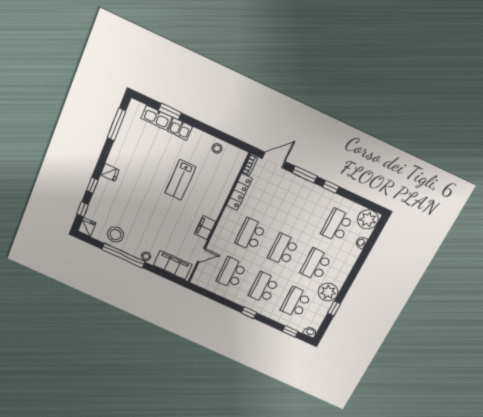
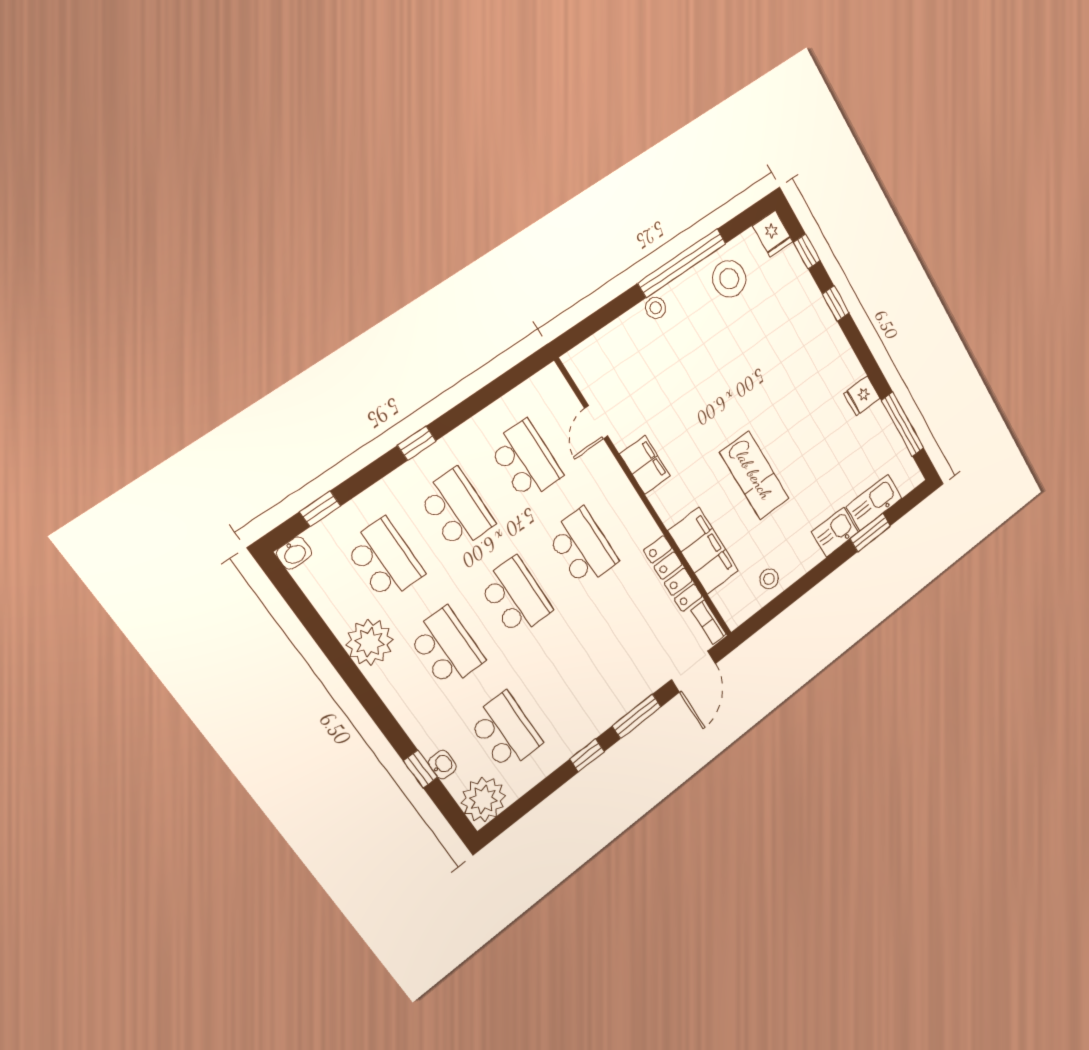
fridge: (110, 172) -> (862, 396), moved
lab bench: (180, 180) -> (754, 475), turned 180
filing cabinet: (173, 265) -> (703, 551), moved, turned -90
window: (334, 308) -> (420, 769), moved

